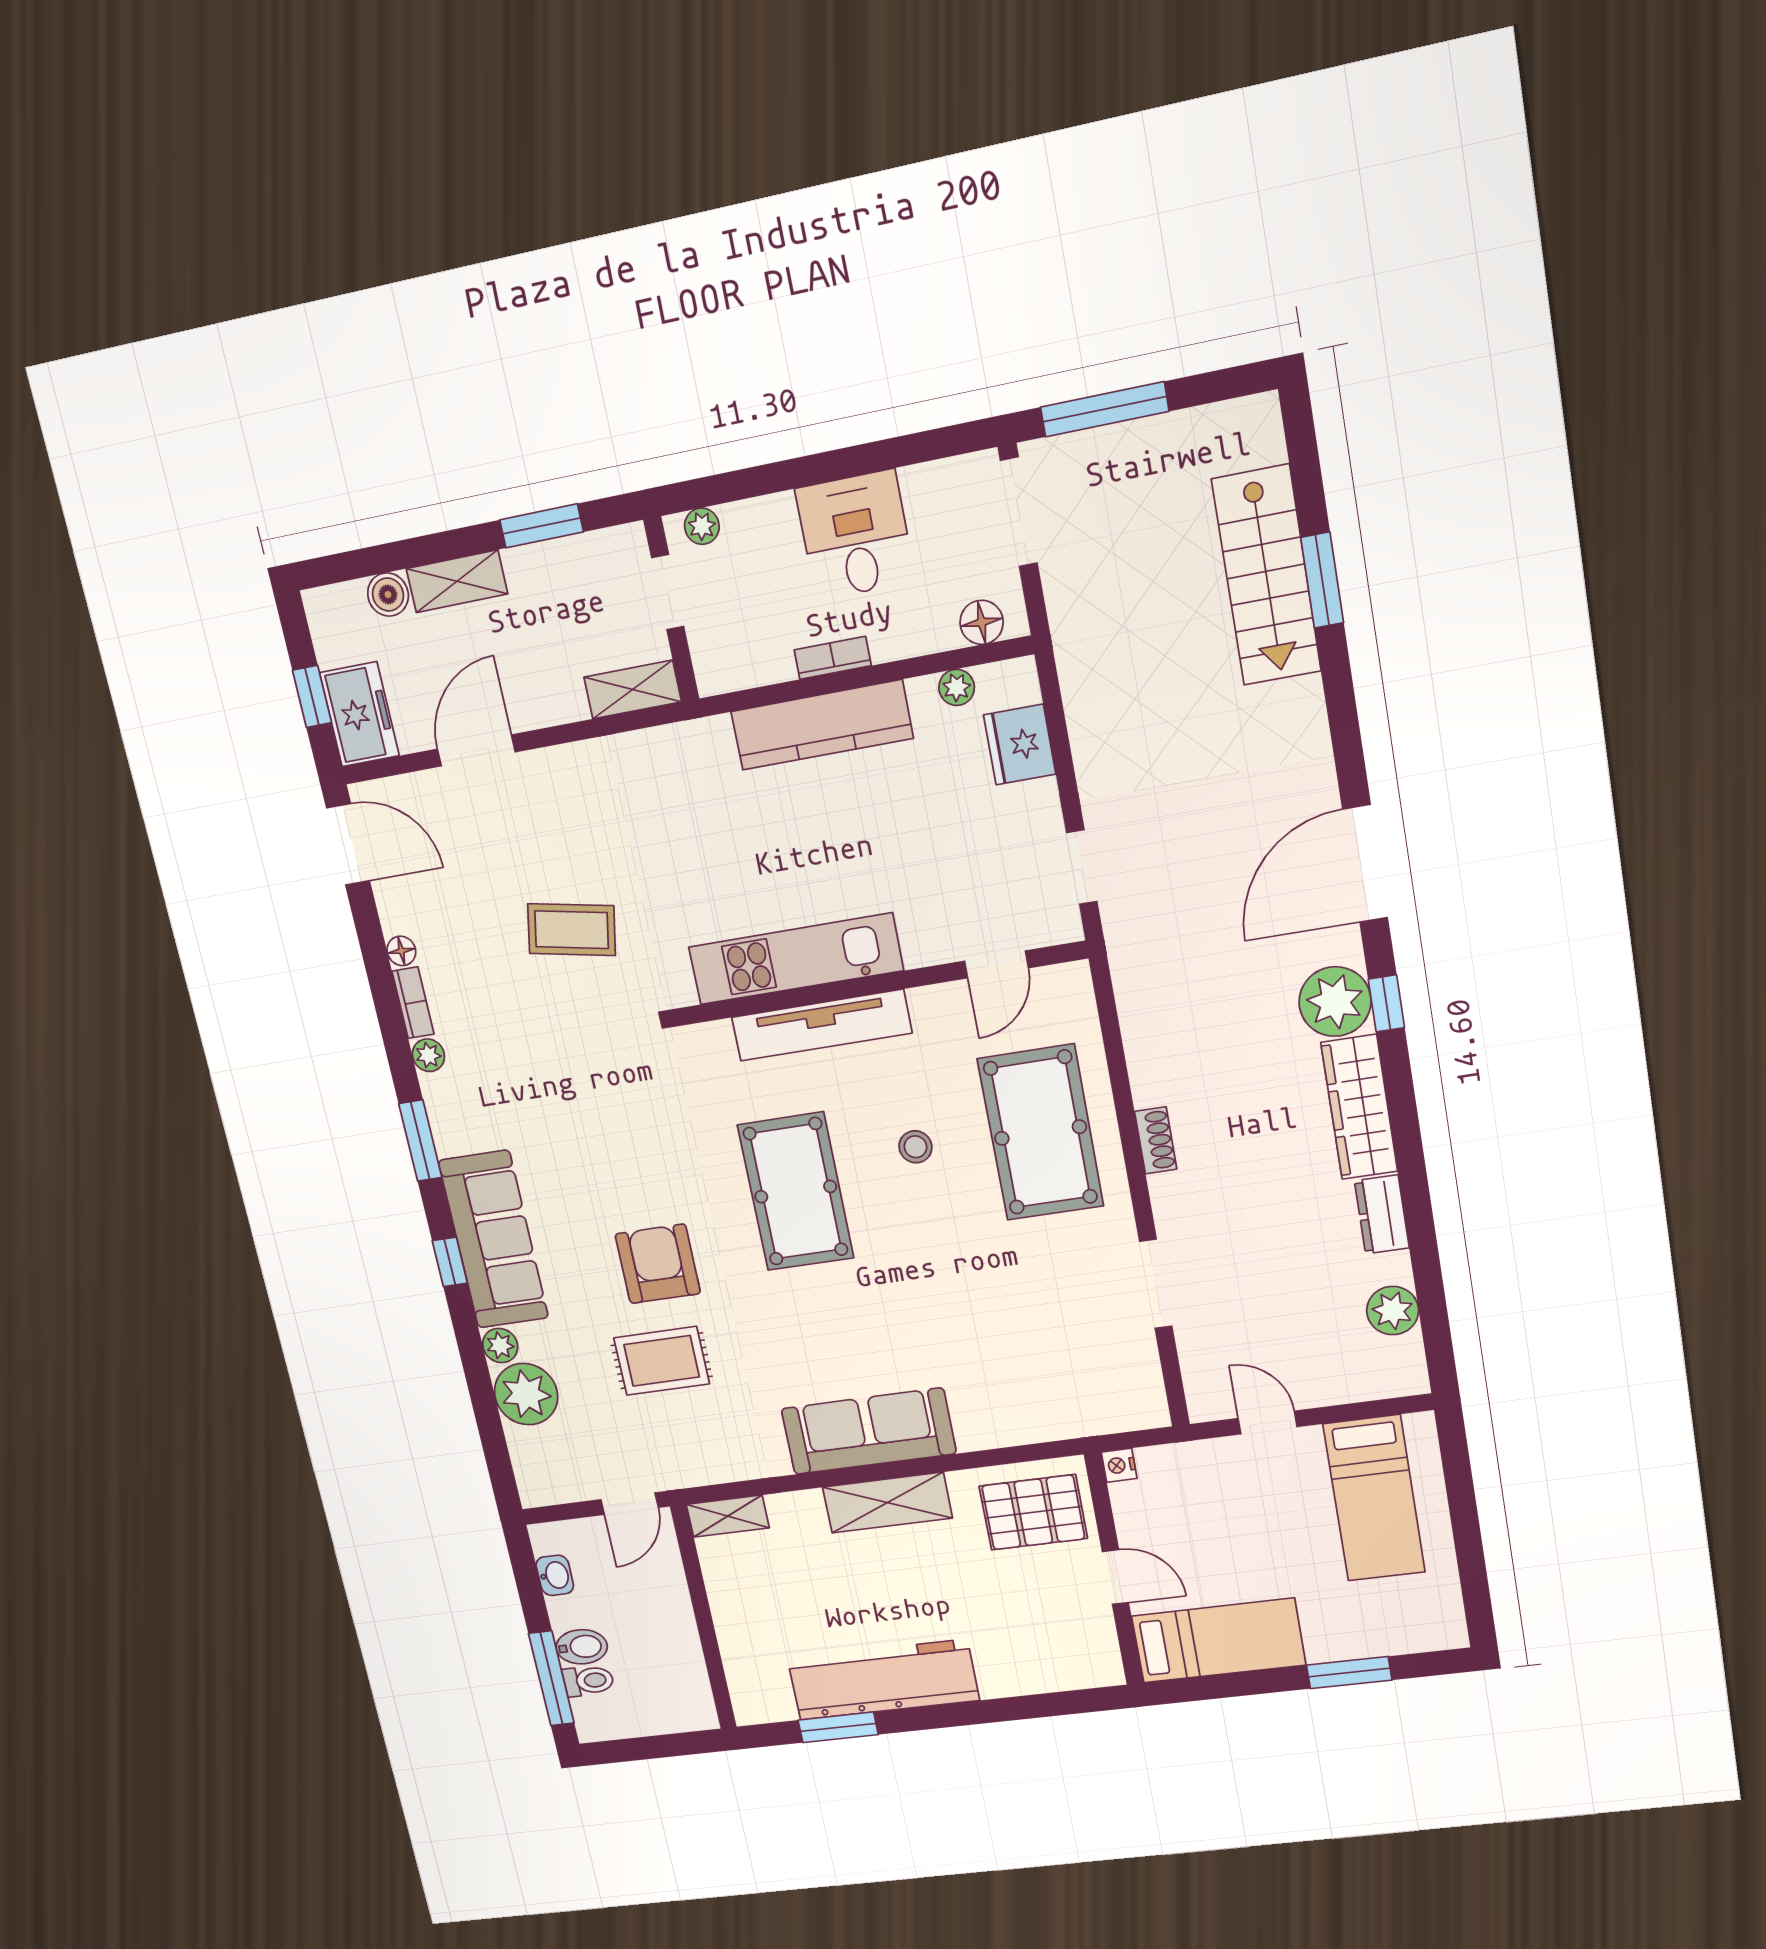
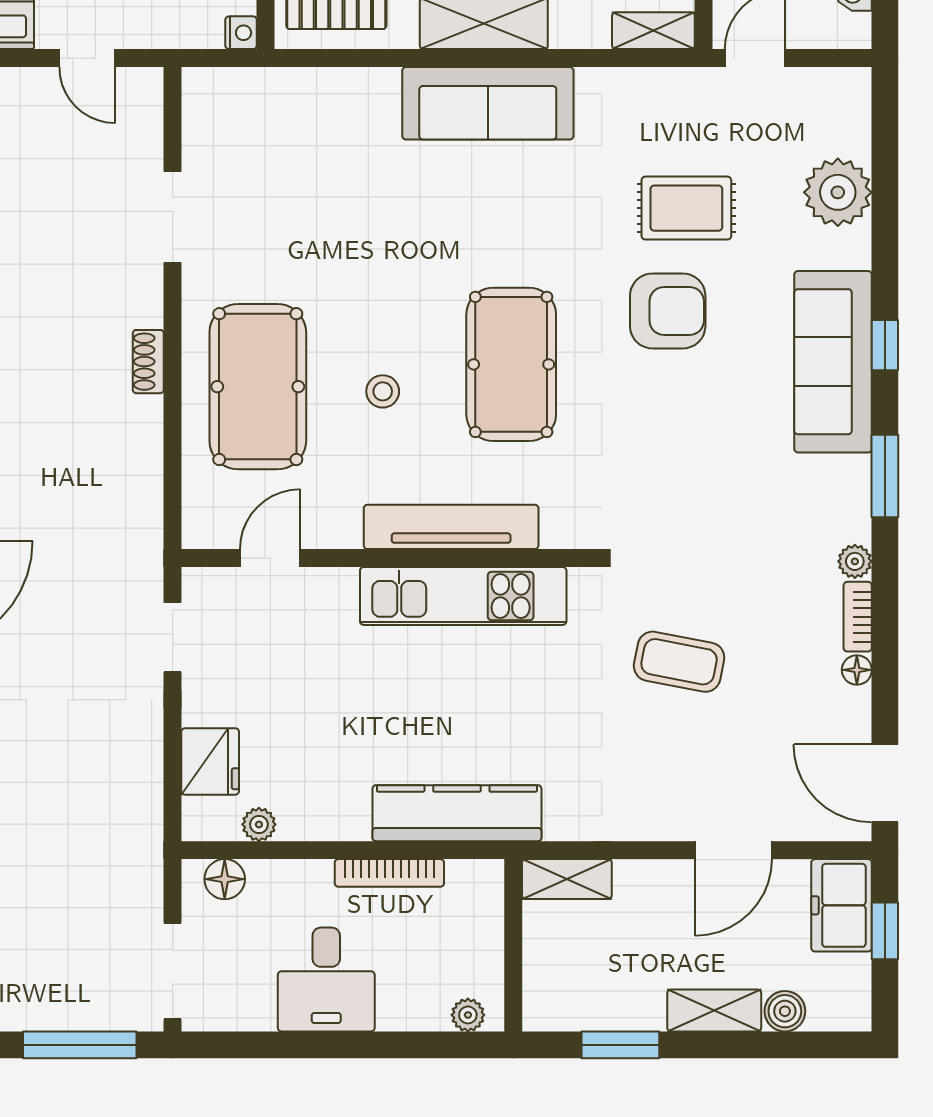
doorway: (668, 592) -> (513, 962), removed
bookcase: (833, 658) -> (389, 873), width x1.56
kitchen counter: (822, 725) -> (457, 813), moved
armchair: (658, 1264) -> (668, 311), turned -90
plant: (500, 1345) -> (853, 249), removed

